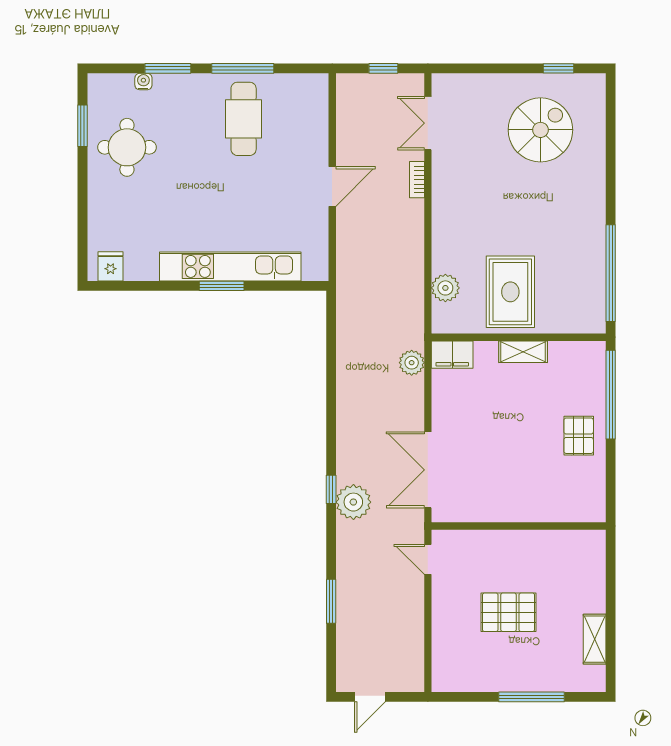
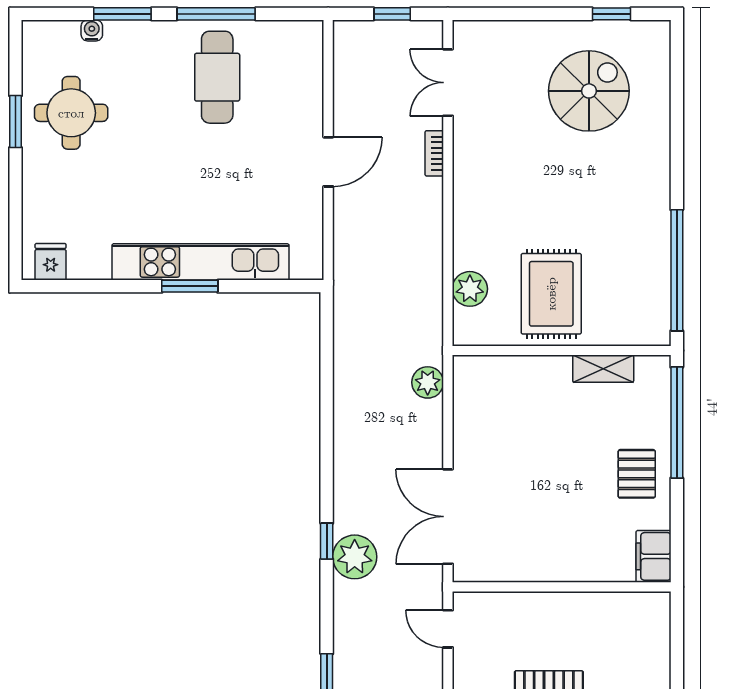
window: (83, 126) -> (16, 122), moved
shelving: (523, 352) -> (603, 369), moved
filing cabinet: (452, 355) -> (653, 556), moved, turned 90

